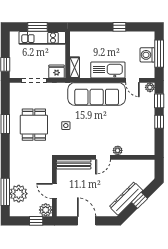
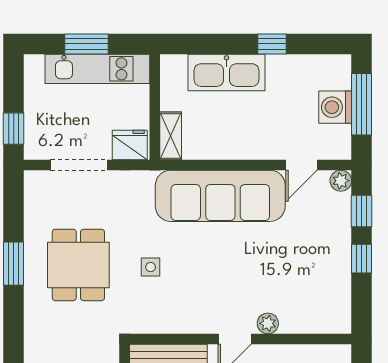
kitchen sink: (108, 70) -> (227, 73), moved, turned 180
door: (133, 80) -> (301, 165), hinge flipped

